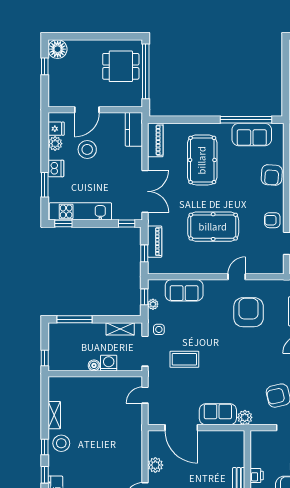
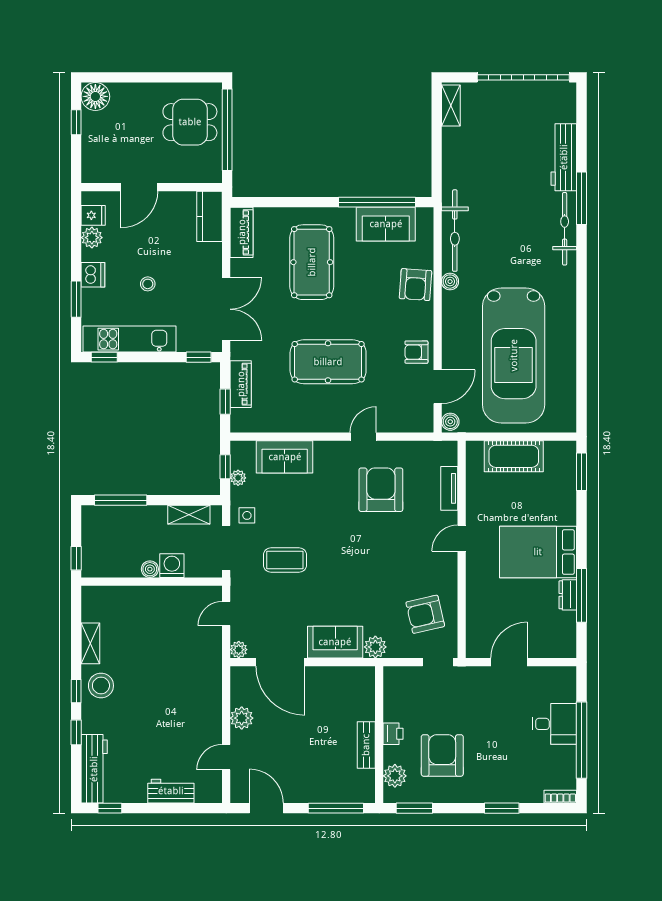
stool: (87, 149) -> (148, 284), moved, width x0.53, depth x0.53
plant: (153, 419) -> (239, 650), added

